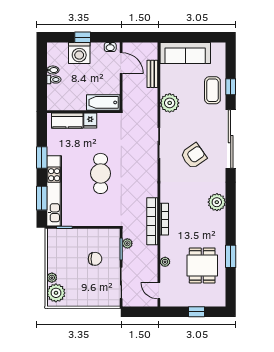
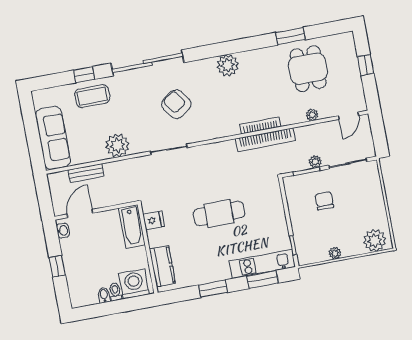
washing machine: (79, 53) -> (134, 284), moved, turned -90
fridge: (90, 120) -> (154, 220), moved
kitchen unit: (54, 191) -> (262, 264), width x0.73
plant: (127, 243) -> (315, 162), moved
dining table: (202, 265) -> (308, 69), turned 90
plant: (52, 278) -> (335, 253), moved

